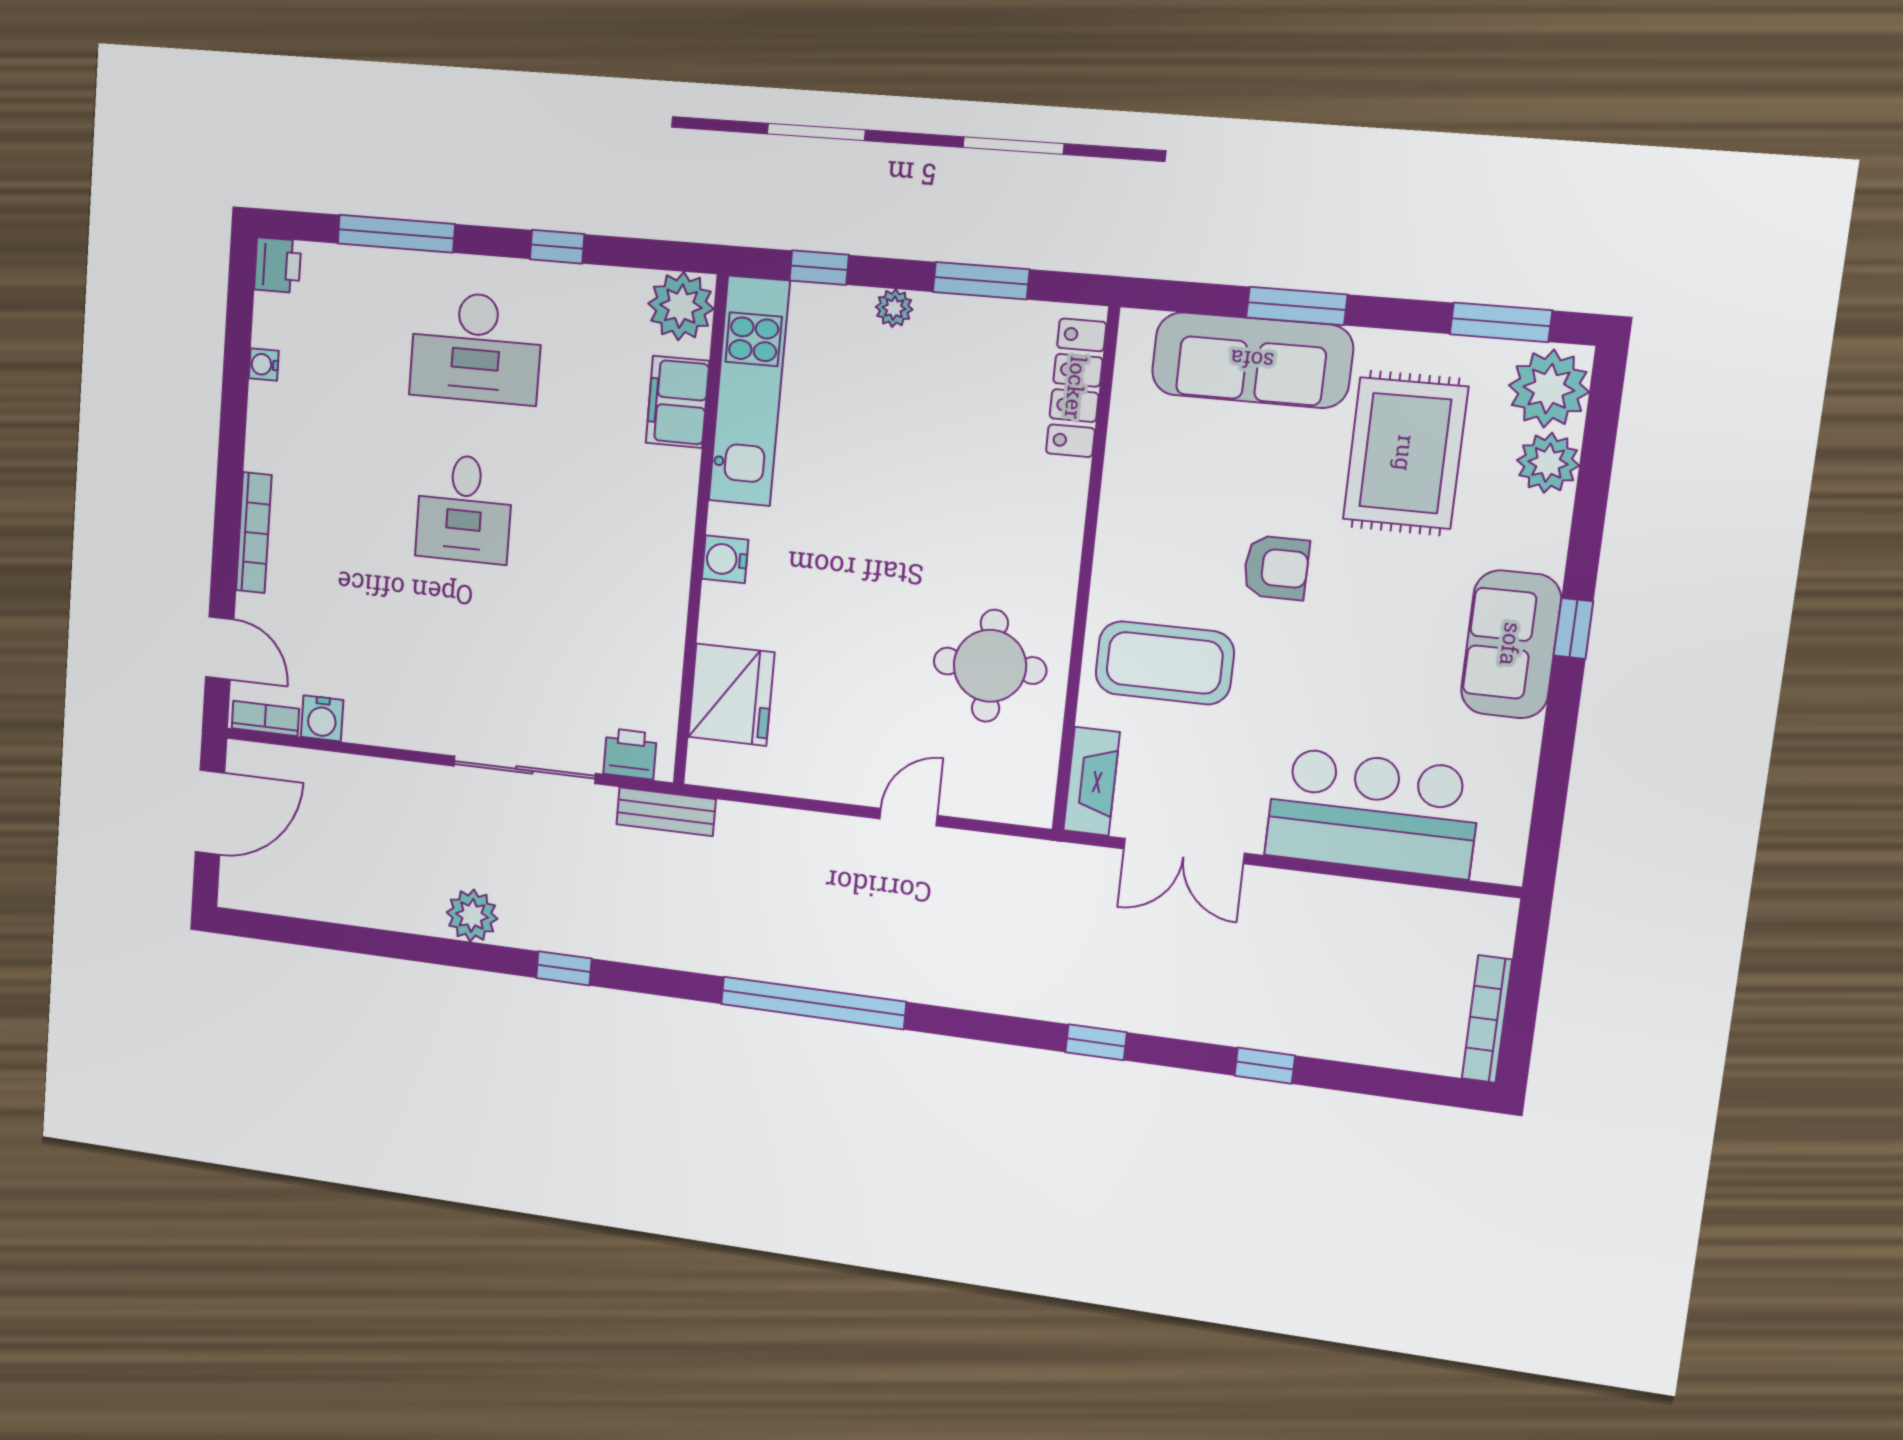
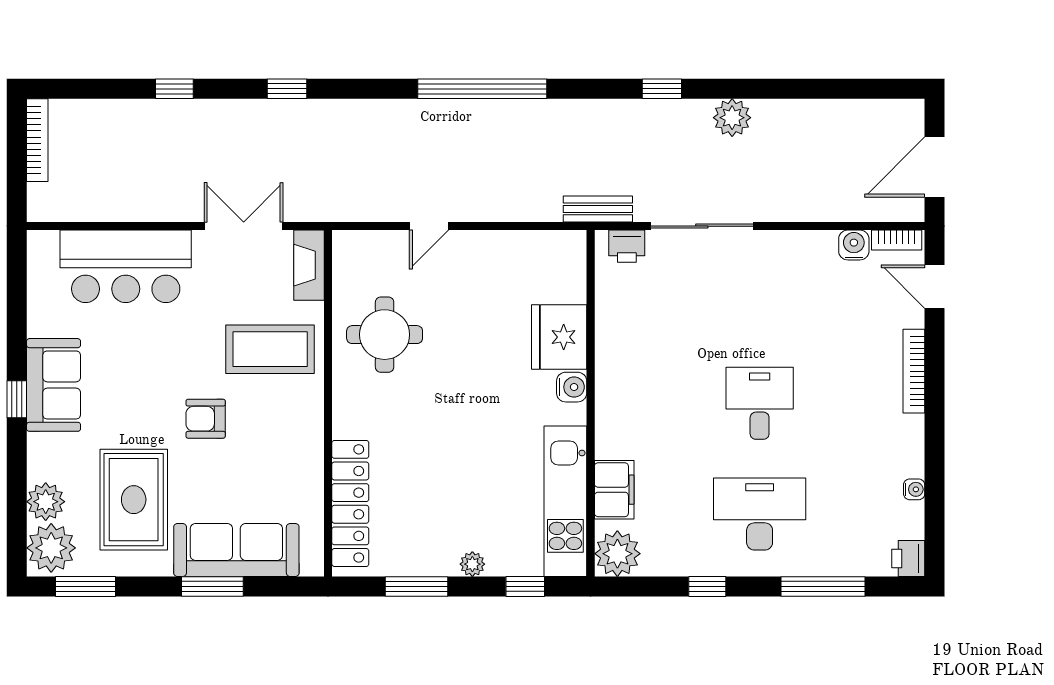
locker: (1076, 388) -> (350, 503), width x1.41, depth x1.21
fridge: (731, 695) -> (559, 337), moved

